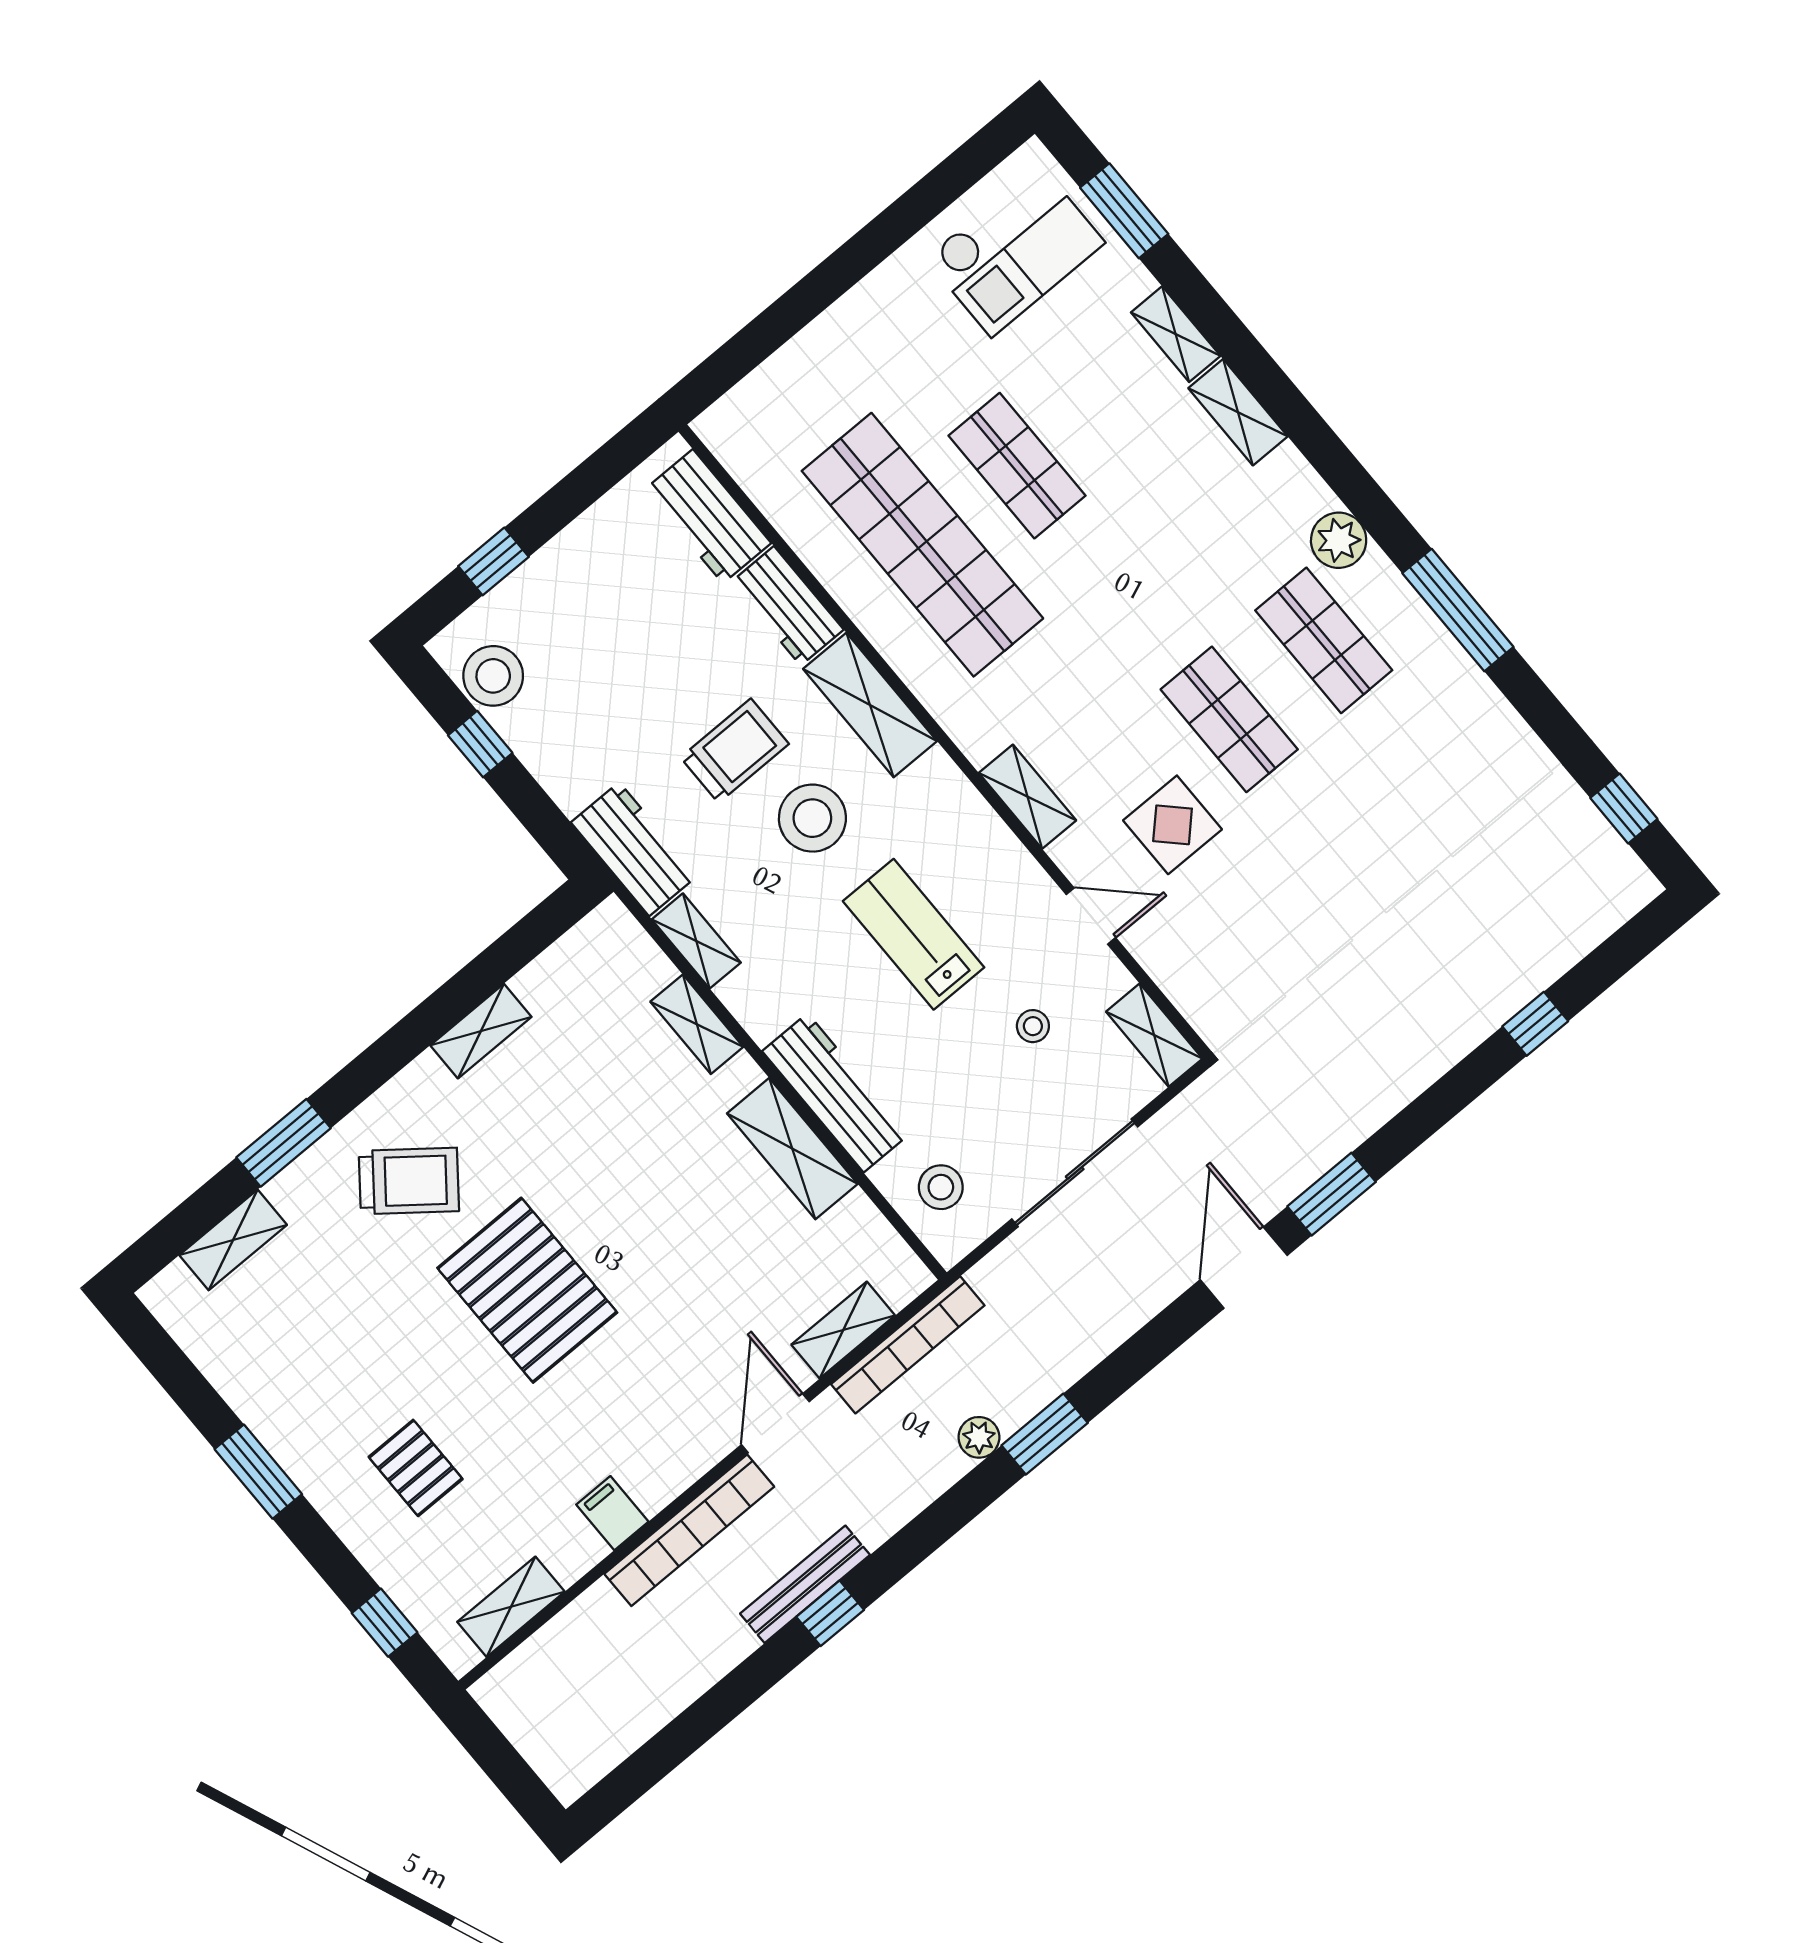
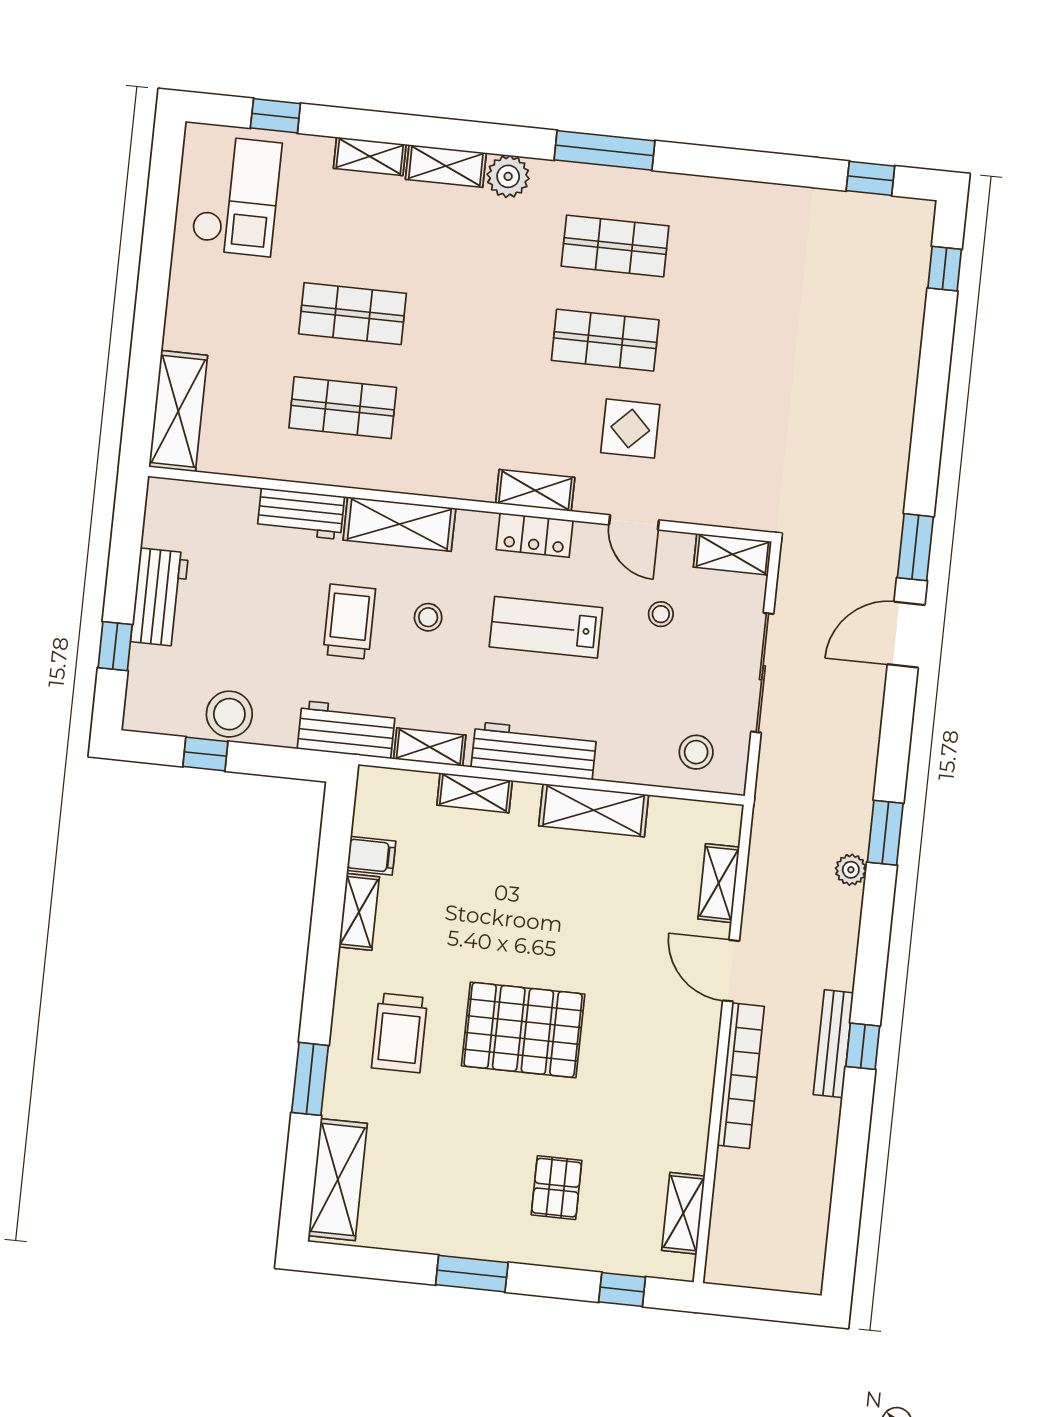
window: (1124, 211) -> (275, 116), width x0.67
shelving: (765, 399) -> (178, 411), added
workbench: (708, 516) -> (160, 597), moved, turned -90
plant: (1339, 540) -> (508, 176), moved
shop shelf: (922, 545) -> (343, 408), width x0.50, depth x0.74
window: (1458, 610) -> (605, 150), moved
stool: (493, 676) -> (229, 714), moved
stool: (812, 818) -> (428, 617), width x0.53, depth x0.53
locker: (986, 838) -> (535, 535), added
door: (1091, 916) -> (634, 522), swing flipped
window: (1535, 1024) -> (945, 269), moved
workbench: (836, 1093) -> (534, 751), moved
trolley: (409, 1181) -> (399, 1033), turned 142
shelving: (233, 1240) -> (338, 1180), width x1.50, depth x1.33
door: (1244, 1268) -> (906, 635), hinge flipped
bookcase: (908, 1345) -> (762, 857), removed
pallet: (416, 1468) -> (557, 1188), turned 90
filing cabinet: (612, 1513) -> (371, 856), moved, turned 180

